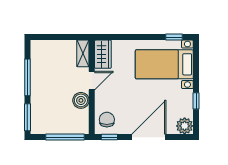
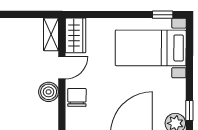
window: (196, 101) -> (189, 110), moved
chair: (107, 120) -> (77, 97), moved

